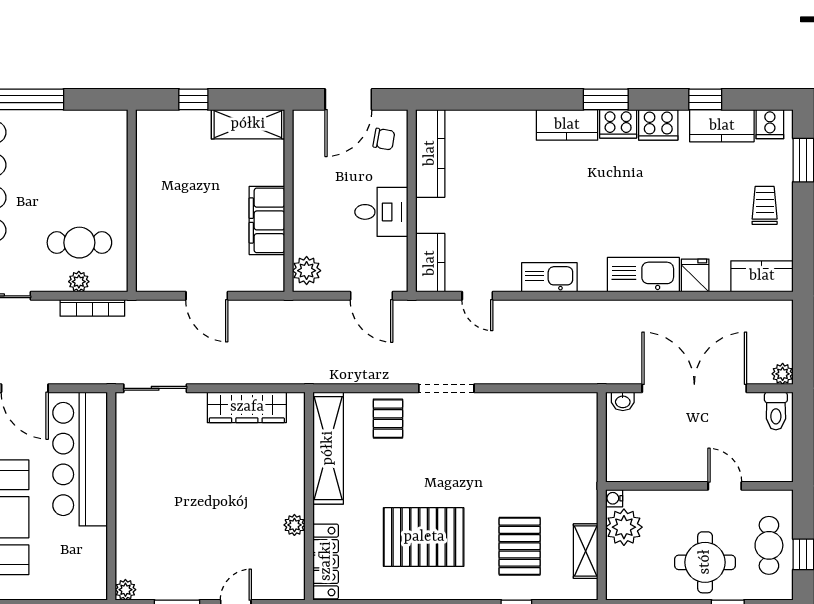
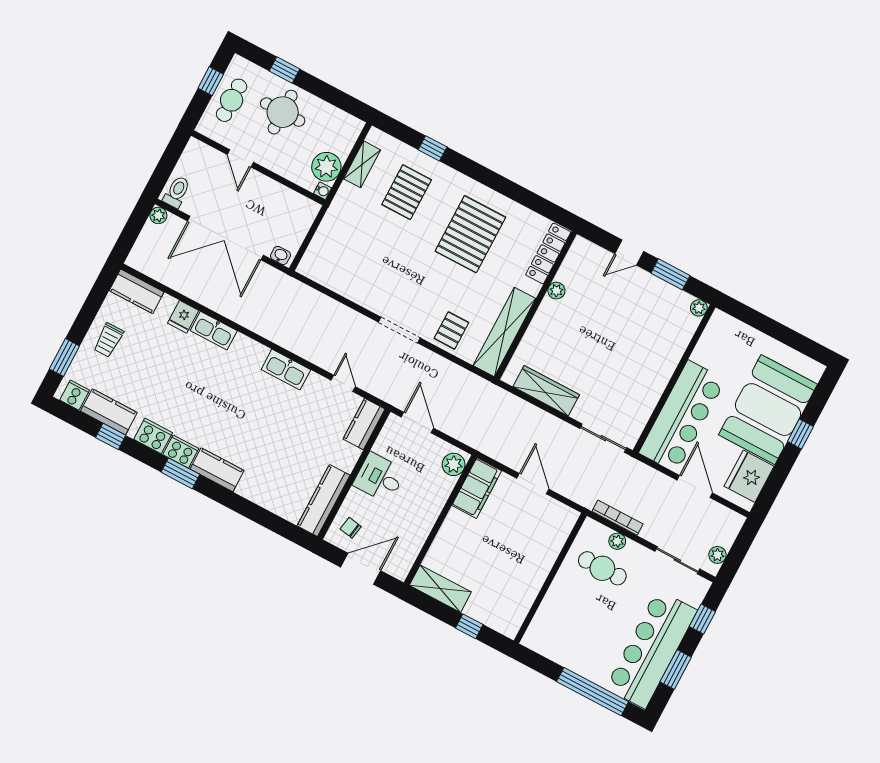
filing cabinet: (267, 220) -> (477, 488), moved
kitchen sink: (643, 275) -> (214, 331), width x0.73, depth x0.81
pallet: (424, 537) -> (470, 234), turned 90

